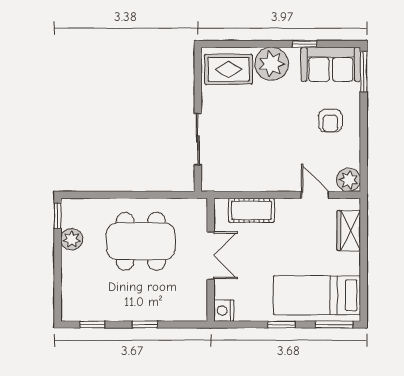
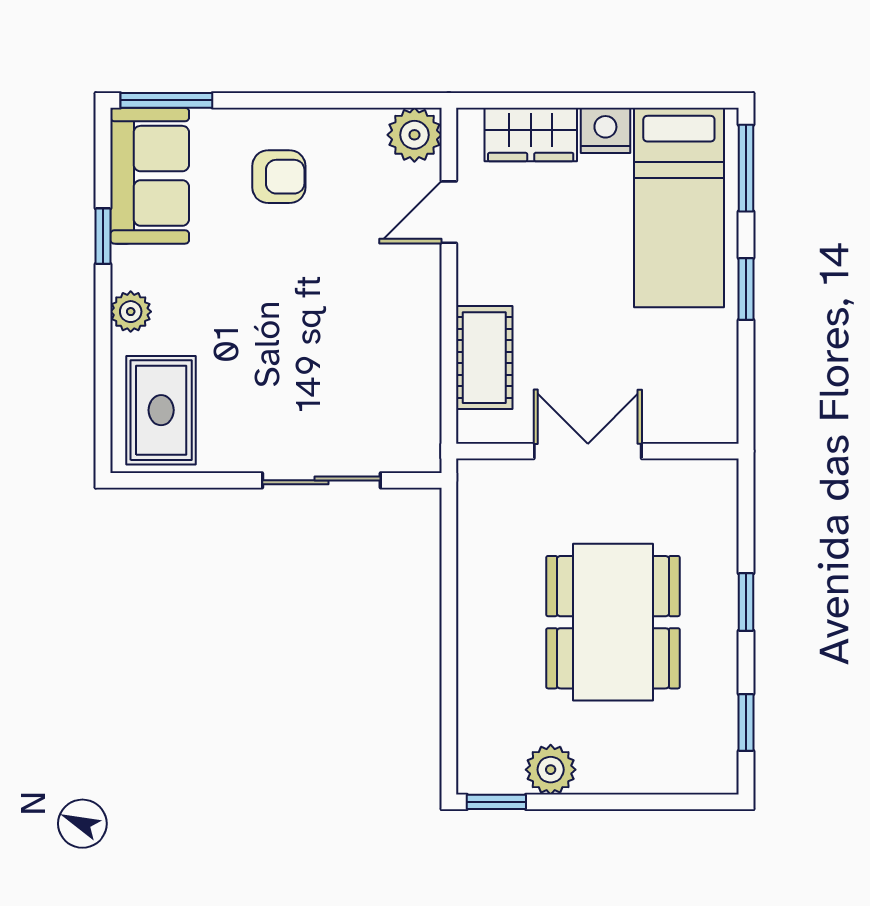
plant: (272, 64) -> (131, 312), width x0.53, depth x0.53
dining table: (141, 241) -> (613, 622), moved
nightstand: (224, 311) -> (605, 130), moved, turned 180

